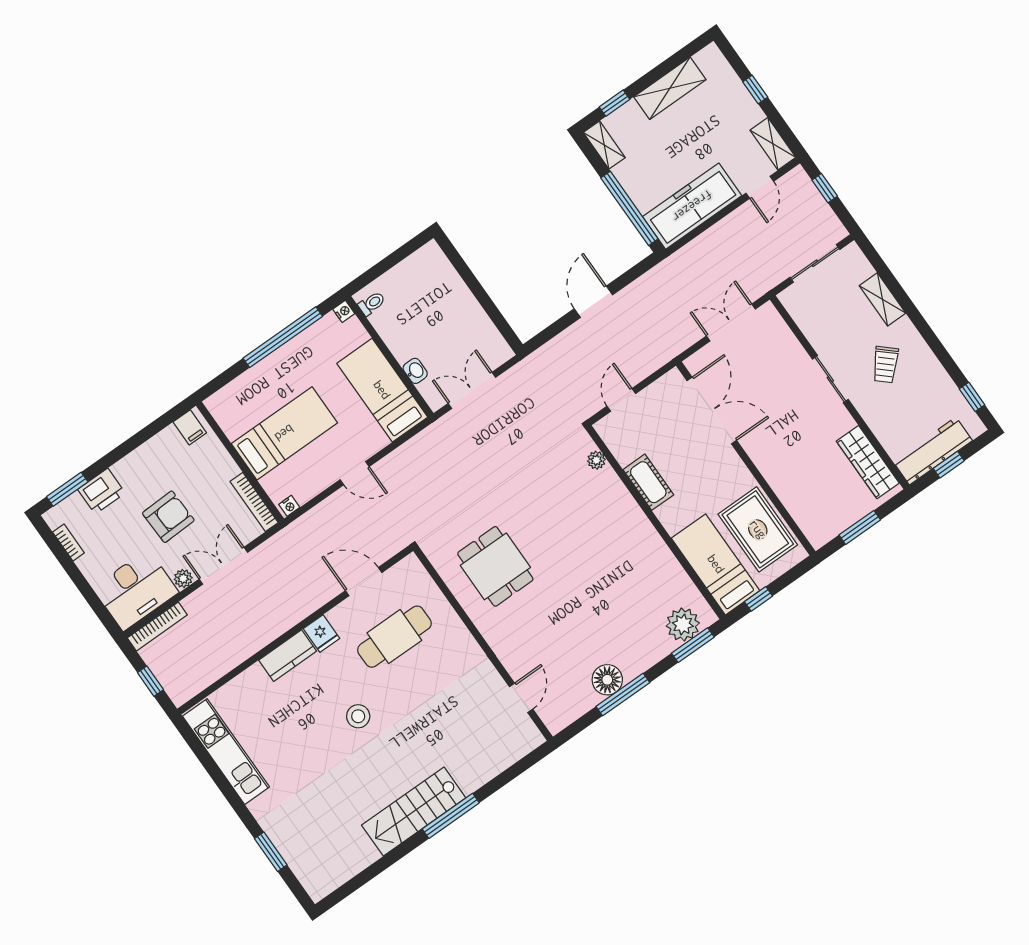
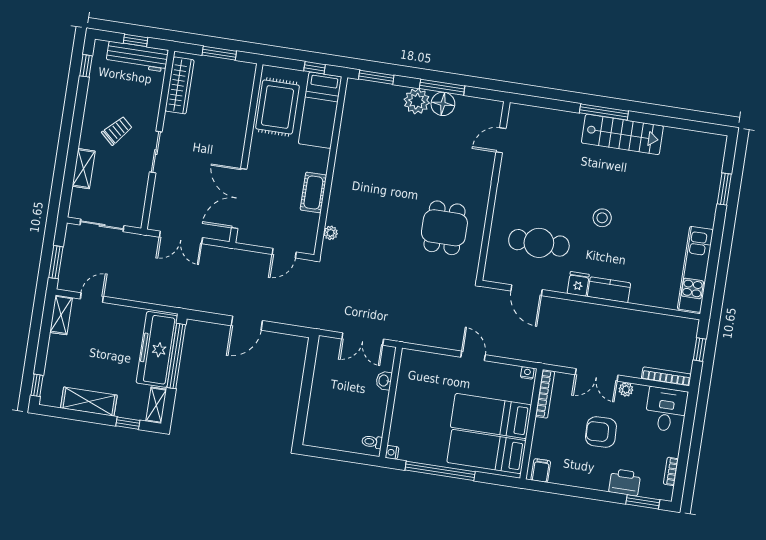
window: (755, 89) -> (37, 385), moved
window: (825, 188) -> (56, 262), width x1.50
freezer: (692, 206) -> (157, 349), moved, turned 90
bed: (382, 390) -> (486, 451), moved, turned 90
desk: (136, 590) -> (666, 410), width x0.73
plant: (683, 624) -> (417, 101), moved

